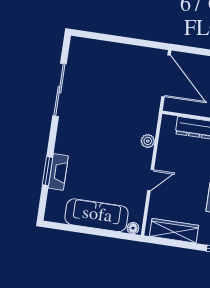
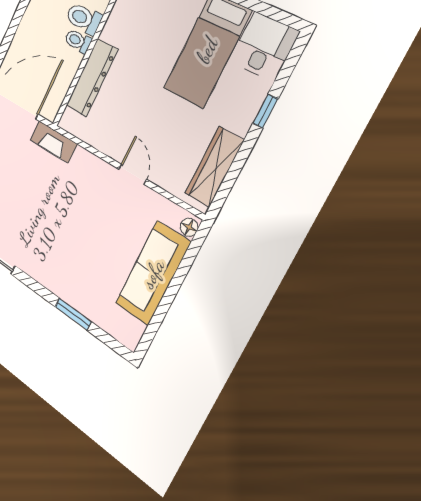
plant: (148, 141) -> (82, 158), removed
fireplace: (58, 172) -> (53, 142), moved, turned 180

